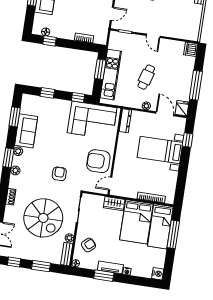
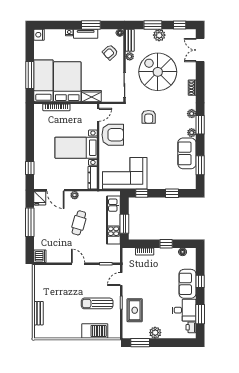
window: (50, 41) -> (166, 244), moved
bed with nightstands: (160, 150) -> (76, 148), moved, turned 180
plant: (36, 255) -> (159, 35), added

